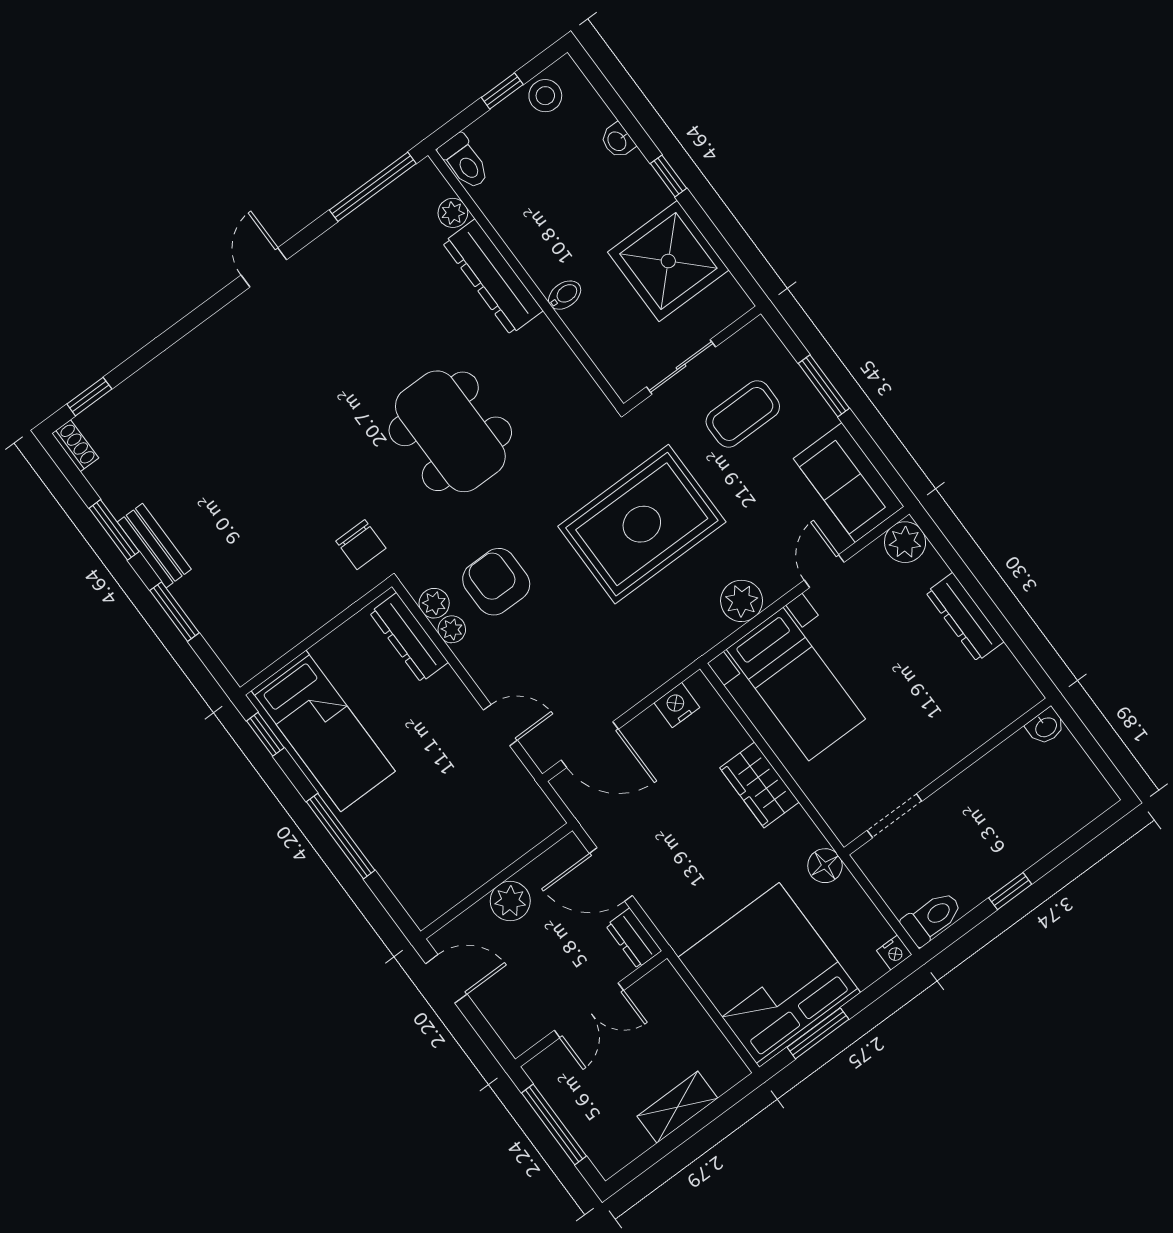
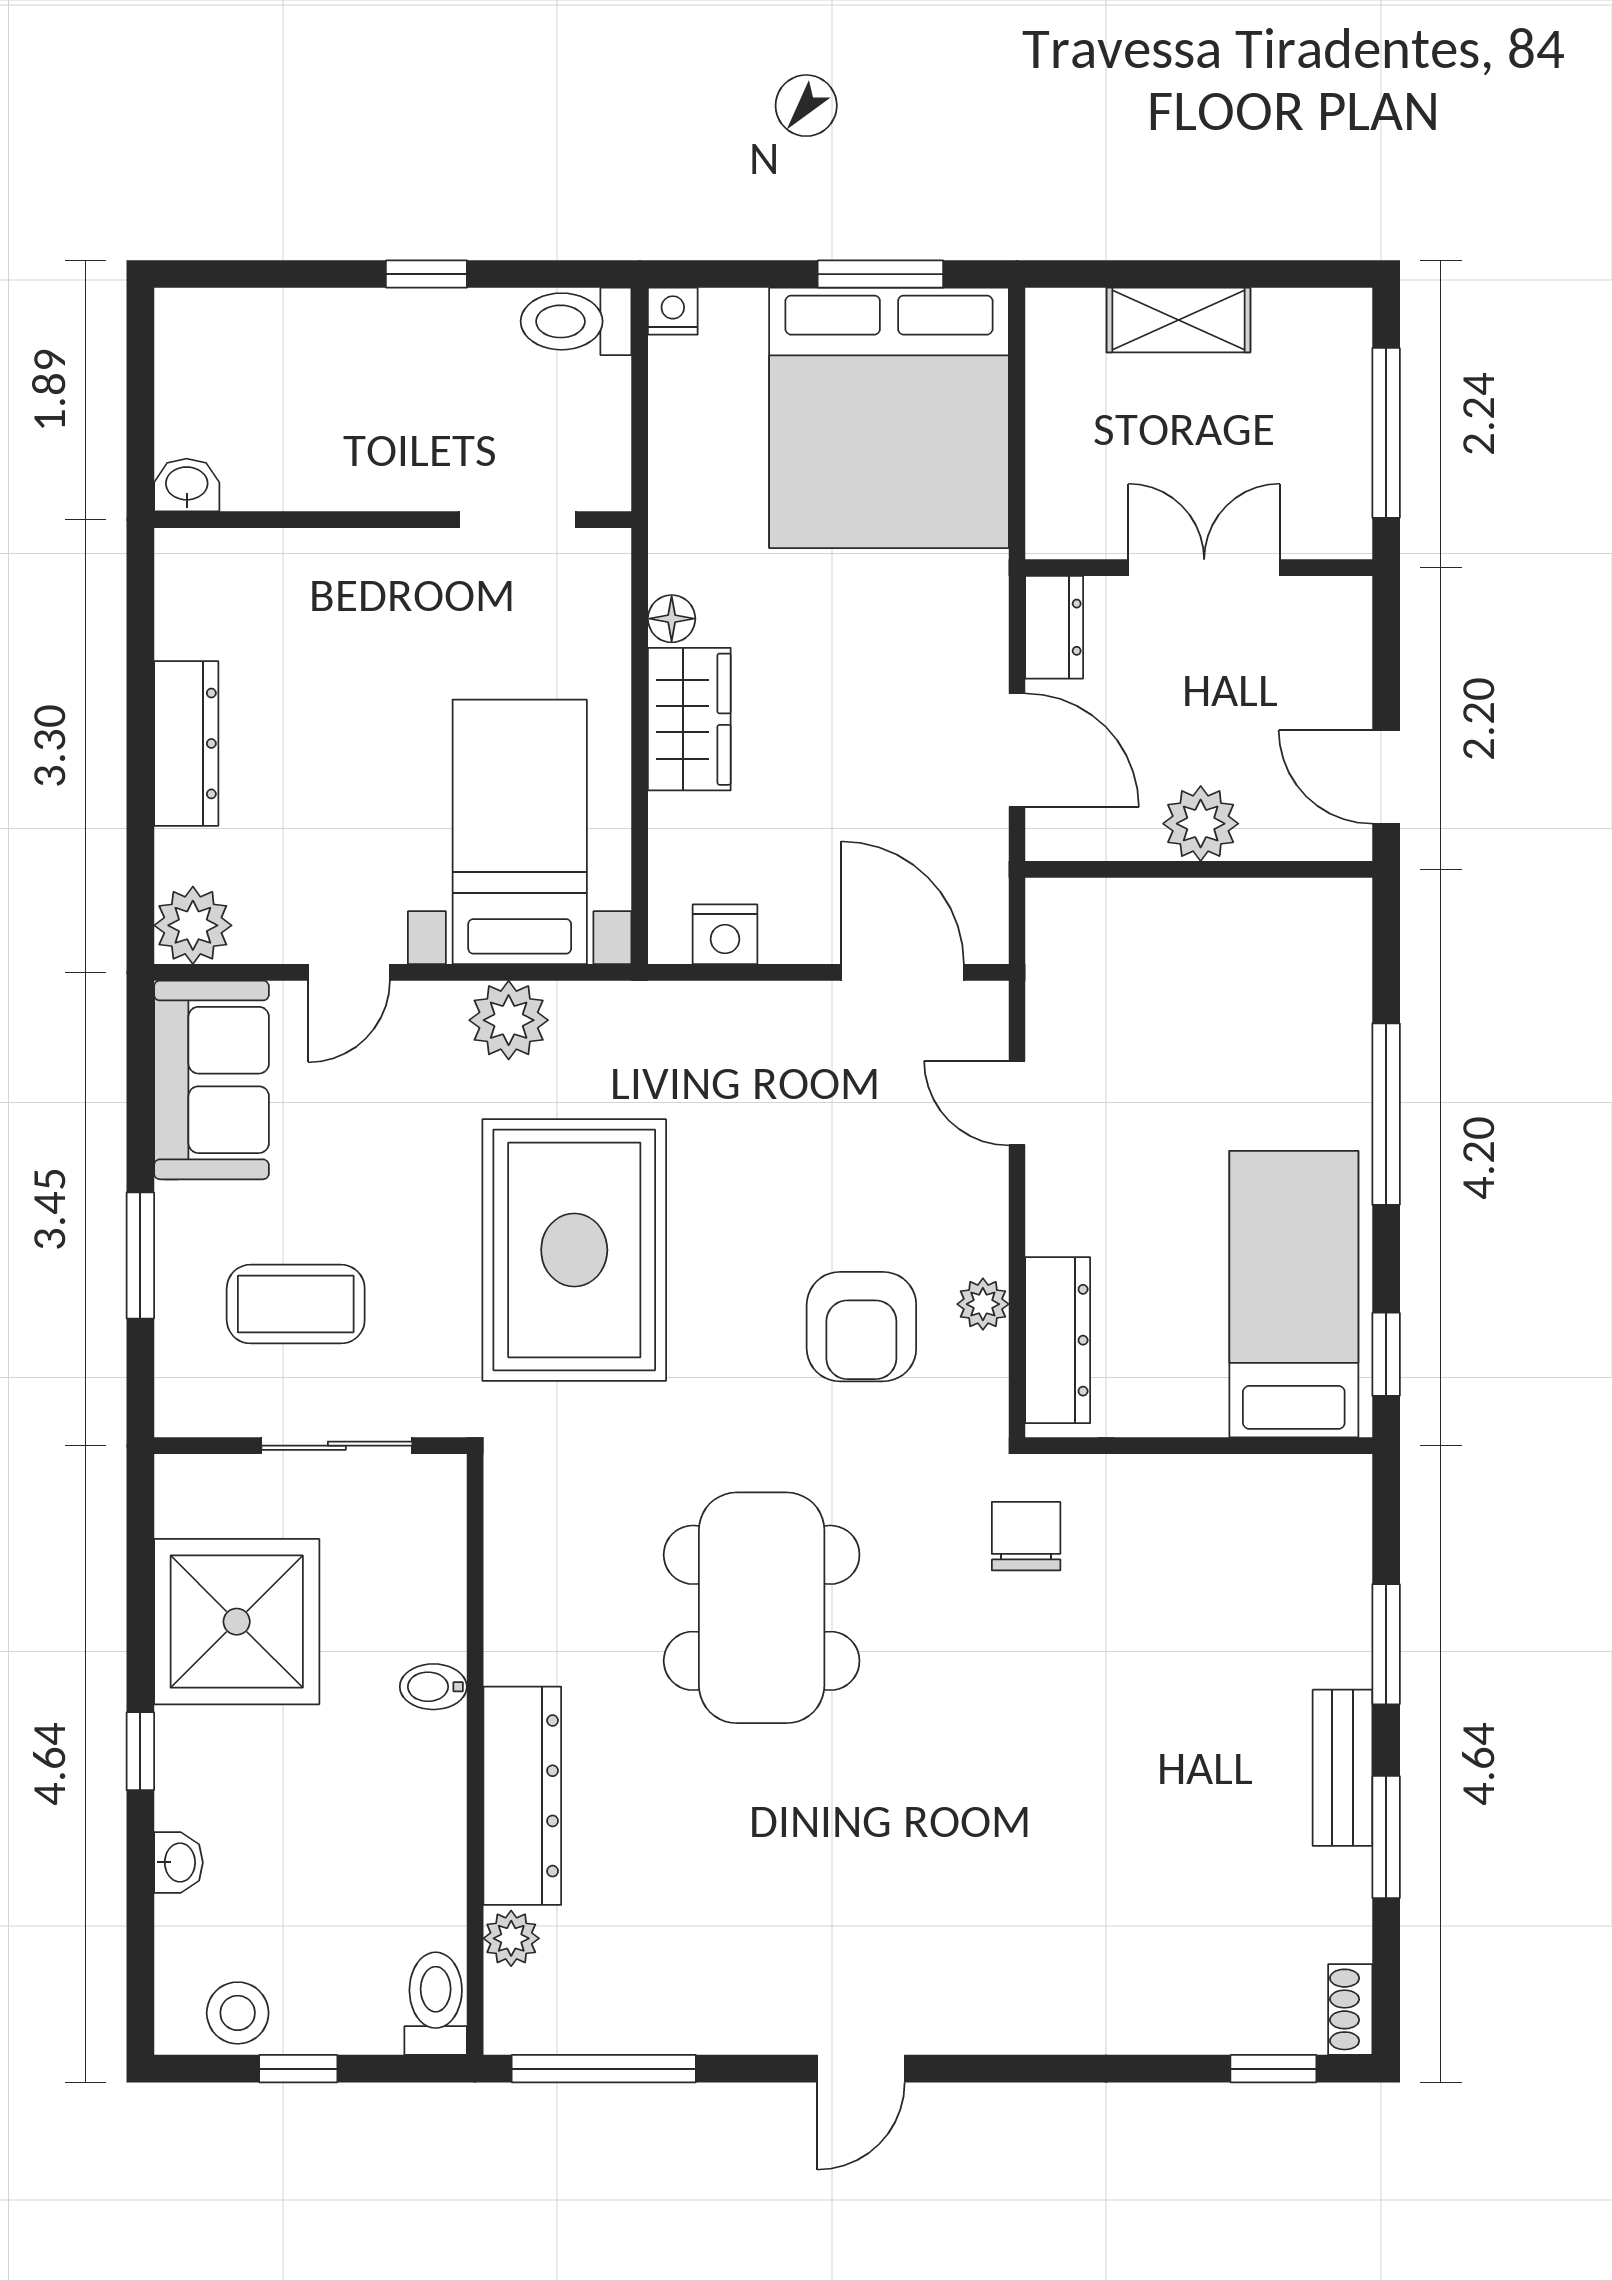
rug: (642, 524) -> (574, 1250), turned 90
plant: (434, 603) -> (980, 1364), removed
floor lamp: (825, 866) -> (672, 619), moved, width x0.73, depth x0.73

